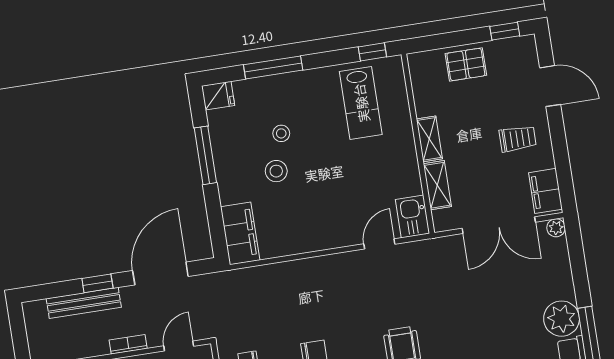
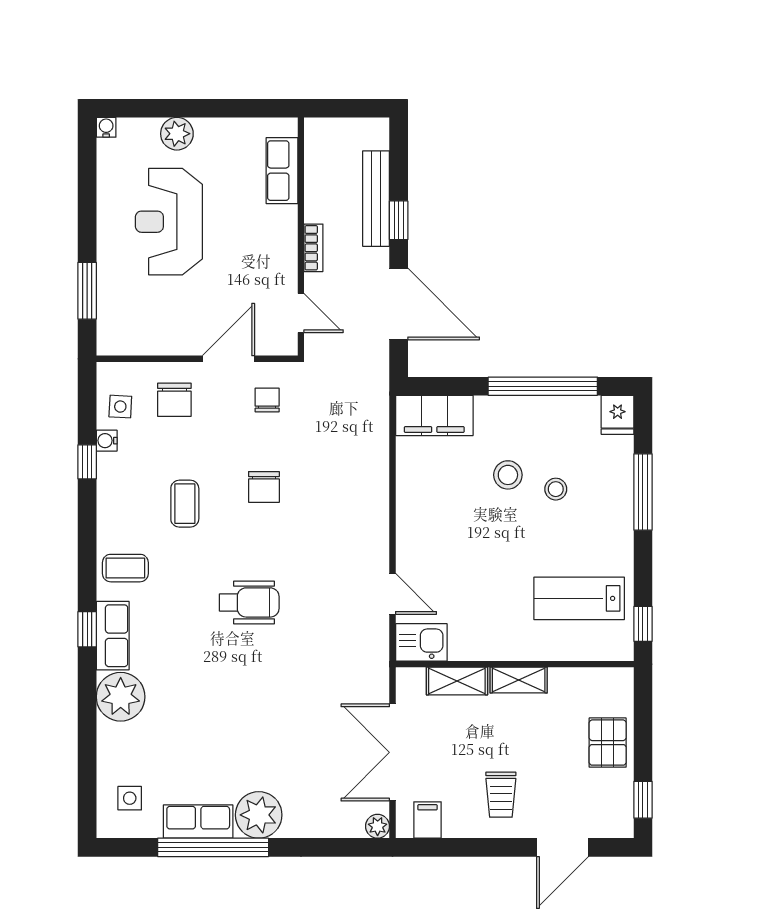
window: (205, 155) -> (543, 386), width x1.46
filing cabinet: (545, 191) -> (427, 820), width x0.50

